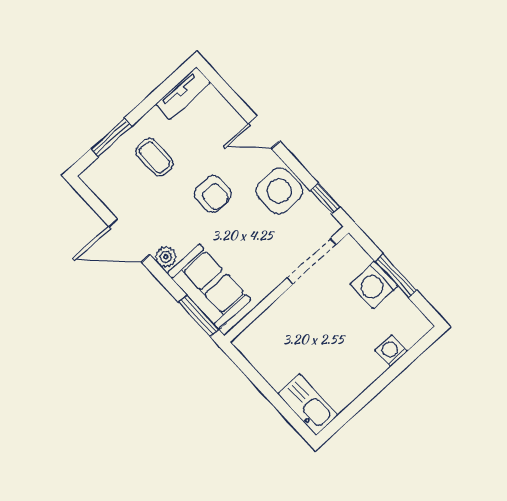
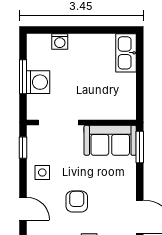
side table: (279, 191) -> (42, 172), width x0.54, depth x0.54
plant: (166, 257) -> (129, 192), removed
sofa: (209, 286) -> (110, 140), moved, turned -90

